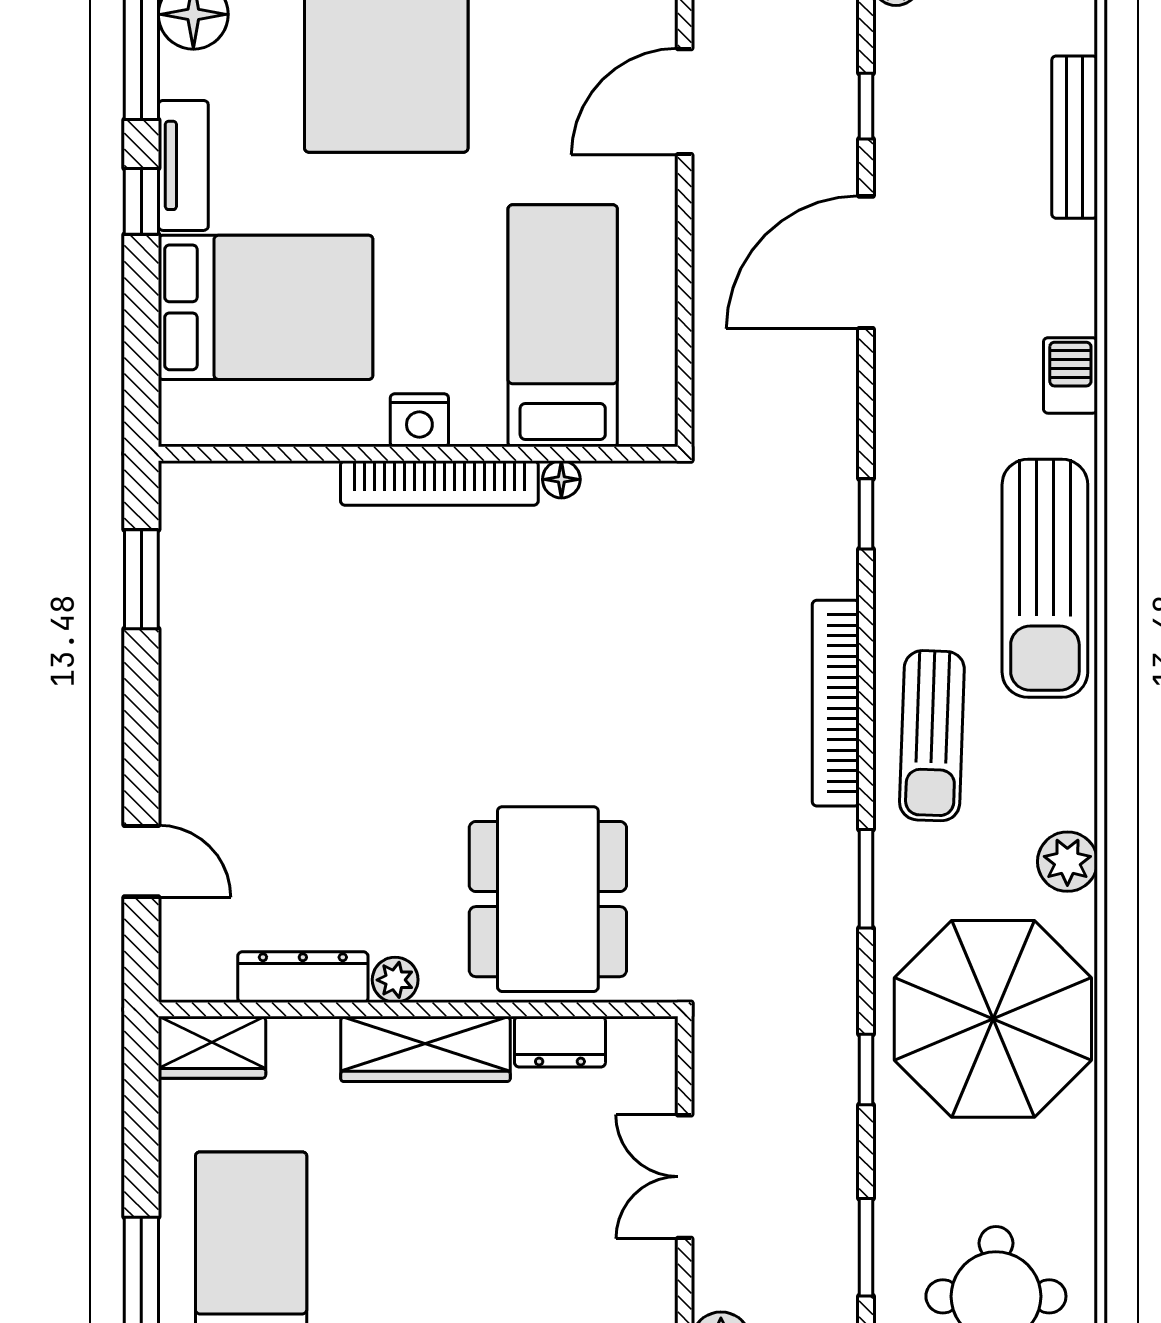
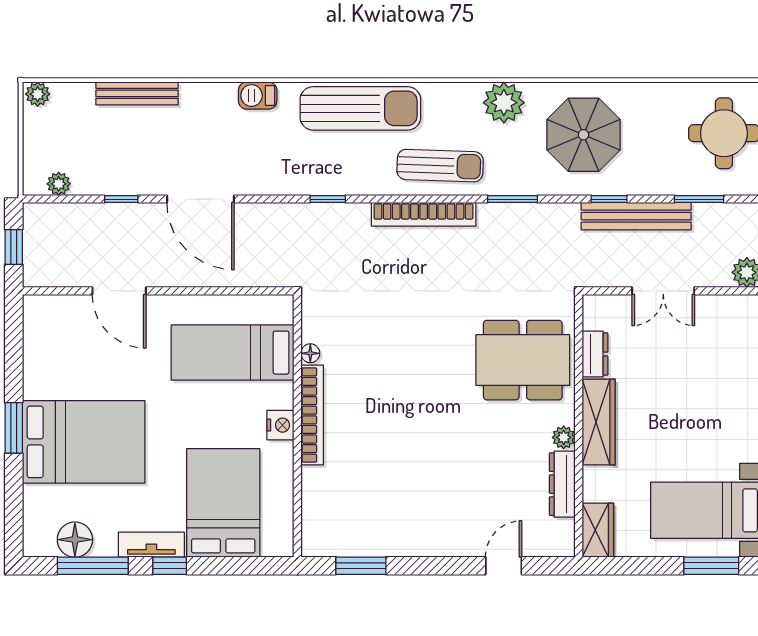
plant: (1067, 862) -> (504, 103), width x1.36, depth x1.36
parasol: (993, 1019) -> (583, 135), width x0.73, depth x0.73
bench: (832, 1123) -> (636, 216), added

